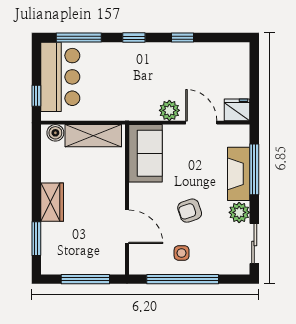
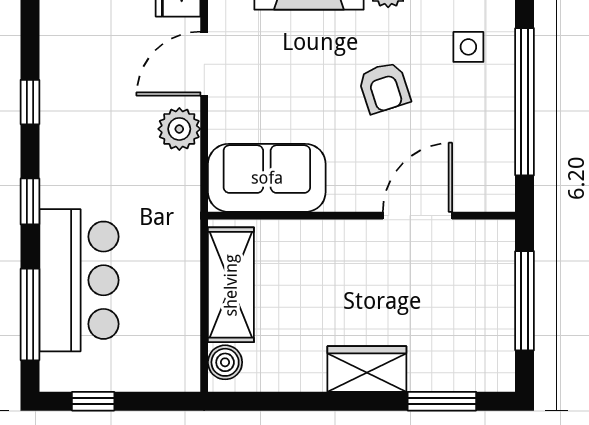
bar counter: (60, 77) -> (79, 280), moved, turned 90
window: (36, 96) -> (93, 401), moved
side table: (182, 253) -> (468, 47), moved

